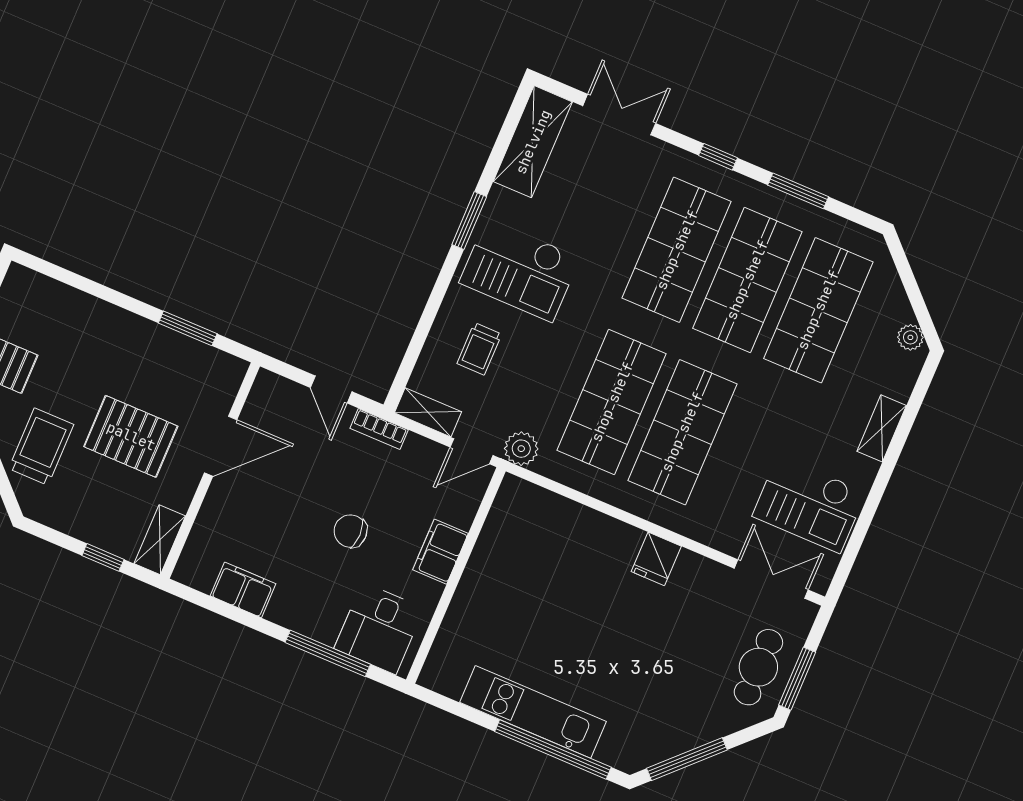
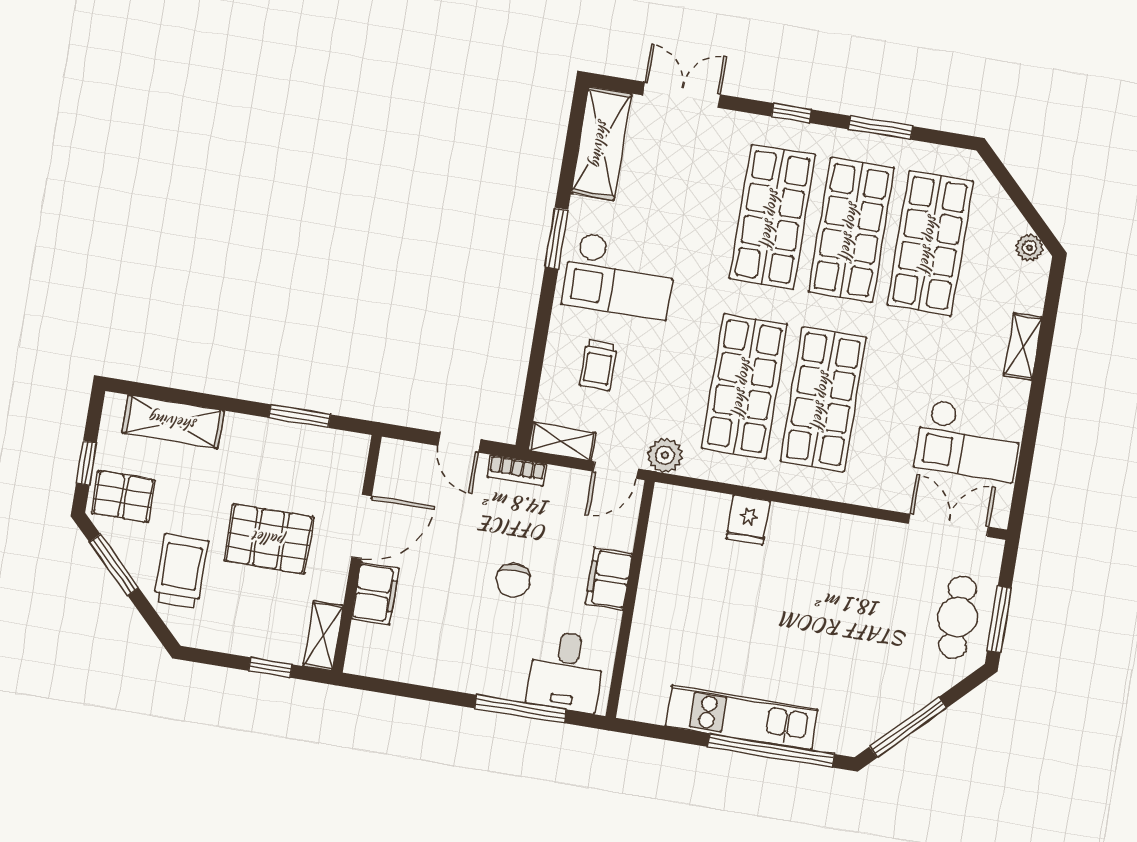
shelving: (68, 305) -> (173, 422), added
chair: (350, 531) -> (513, 580), turned -90
fridge: (656, 559) -> (748, 520), moved
filing cabinet: (243, 590) -> (375, 593), moved, turned 90

